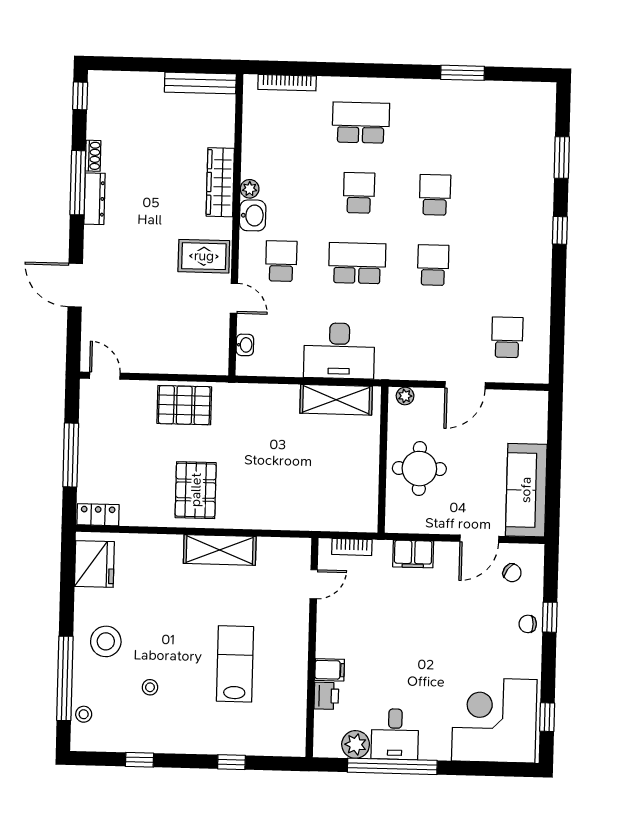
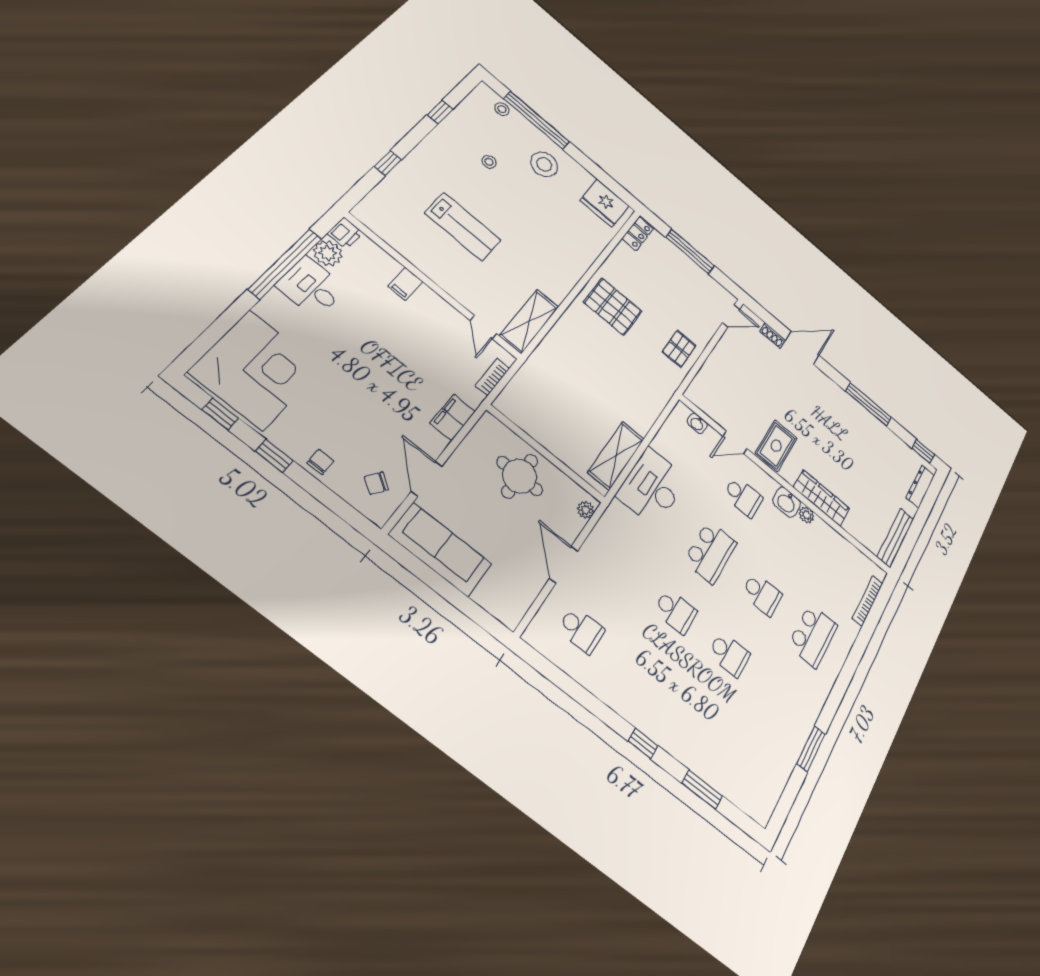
shoe rack: (93, 156) -> (773, 336), moved
dresser: (95, 199) -> (920, 487), moved, turned 90
pallet: (184, 405) -> (679, 349), width x0.67, depth x0.71
shelving: (220, 550) -> (529, 321), moved
window: (550, 617) -> (274, 456), moved
printer: (326, 696) -> (345, 233), moved, turned -90

